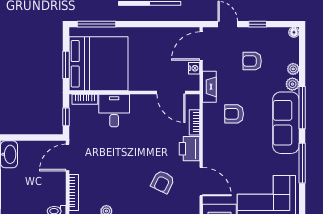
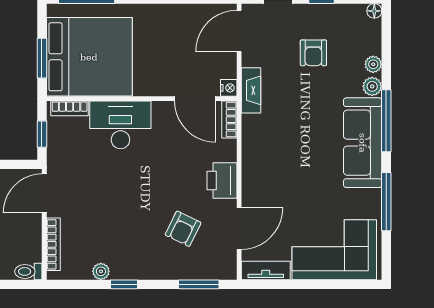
armchair: (252, 61) -> (313, 53), turned -90
nightstand: (194, 68) -> (229, 88), moved
desk: (114, 111) -> (120, 125), width x1.37
armchair: (234, 114) -> (287, 130), removed
bookcase: (194, 122) -> (229, 120), moved
door: (201, 182) -> (239, 229), hinge flipped

